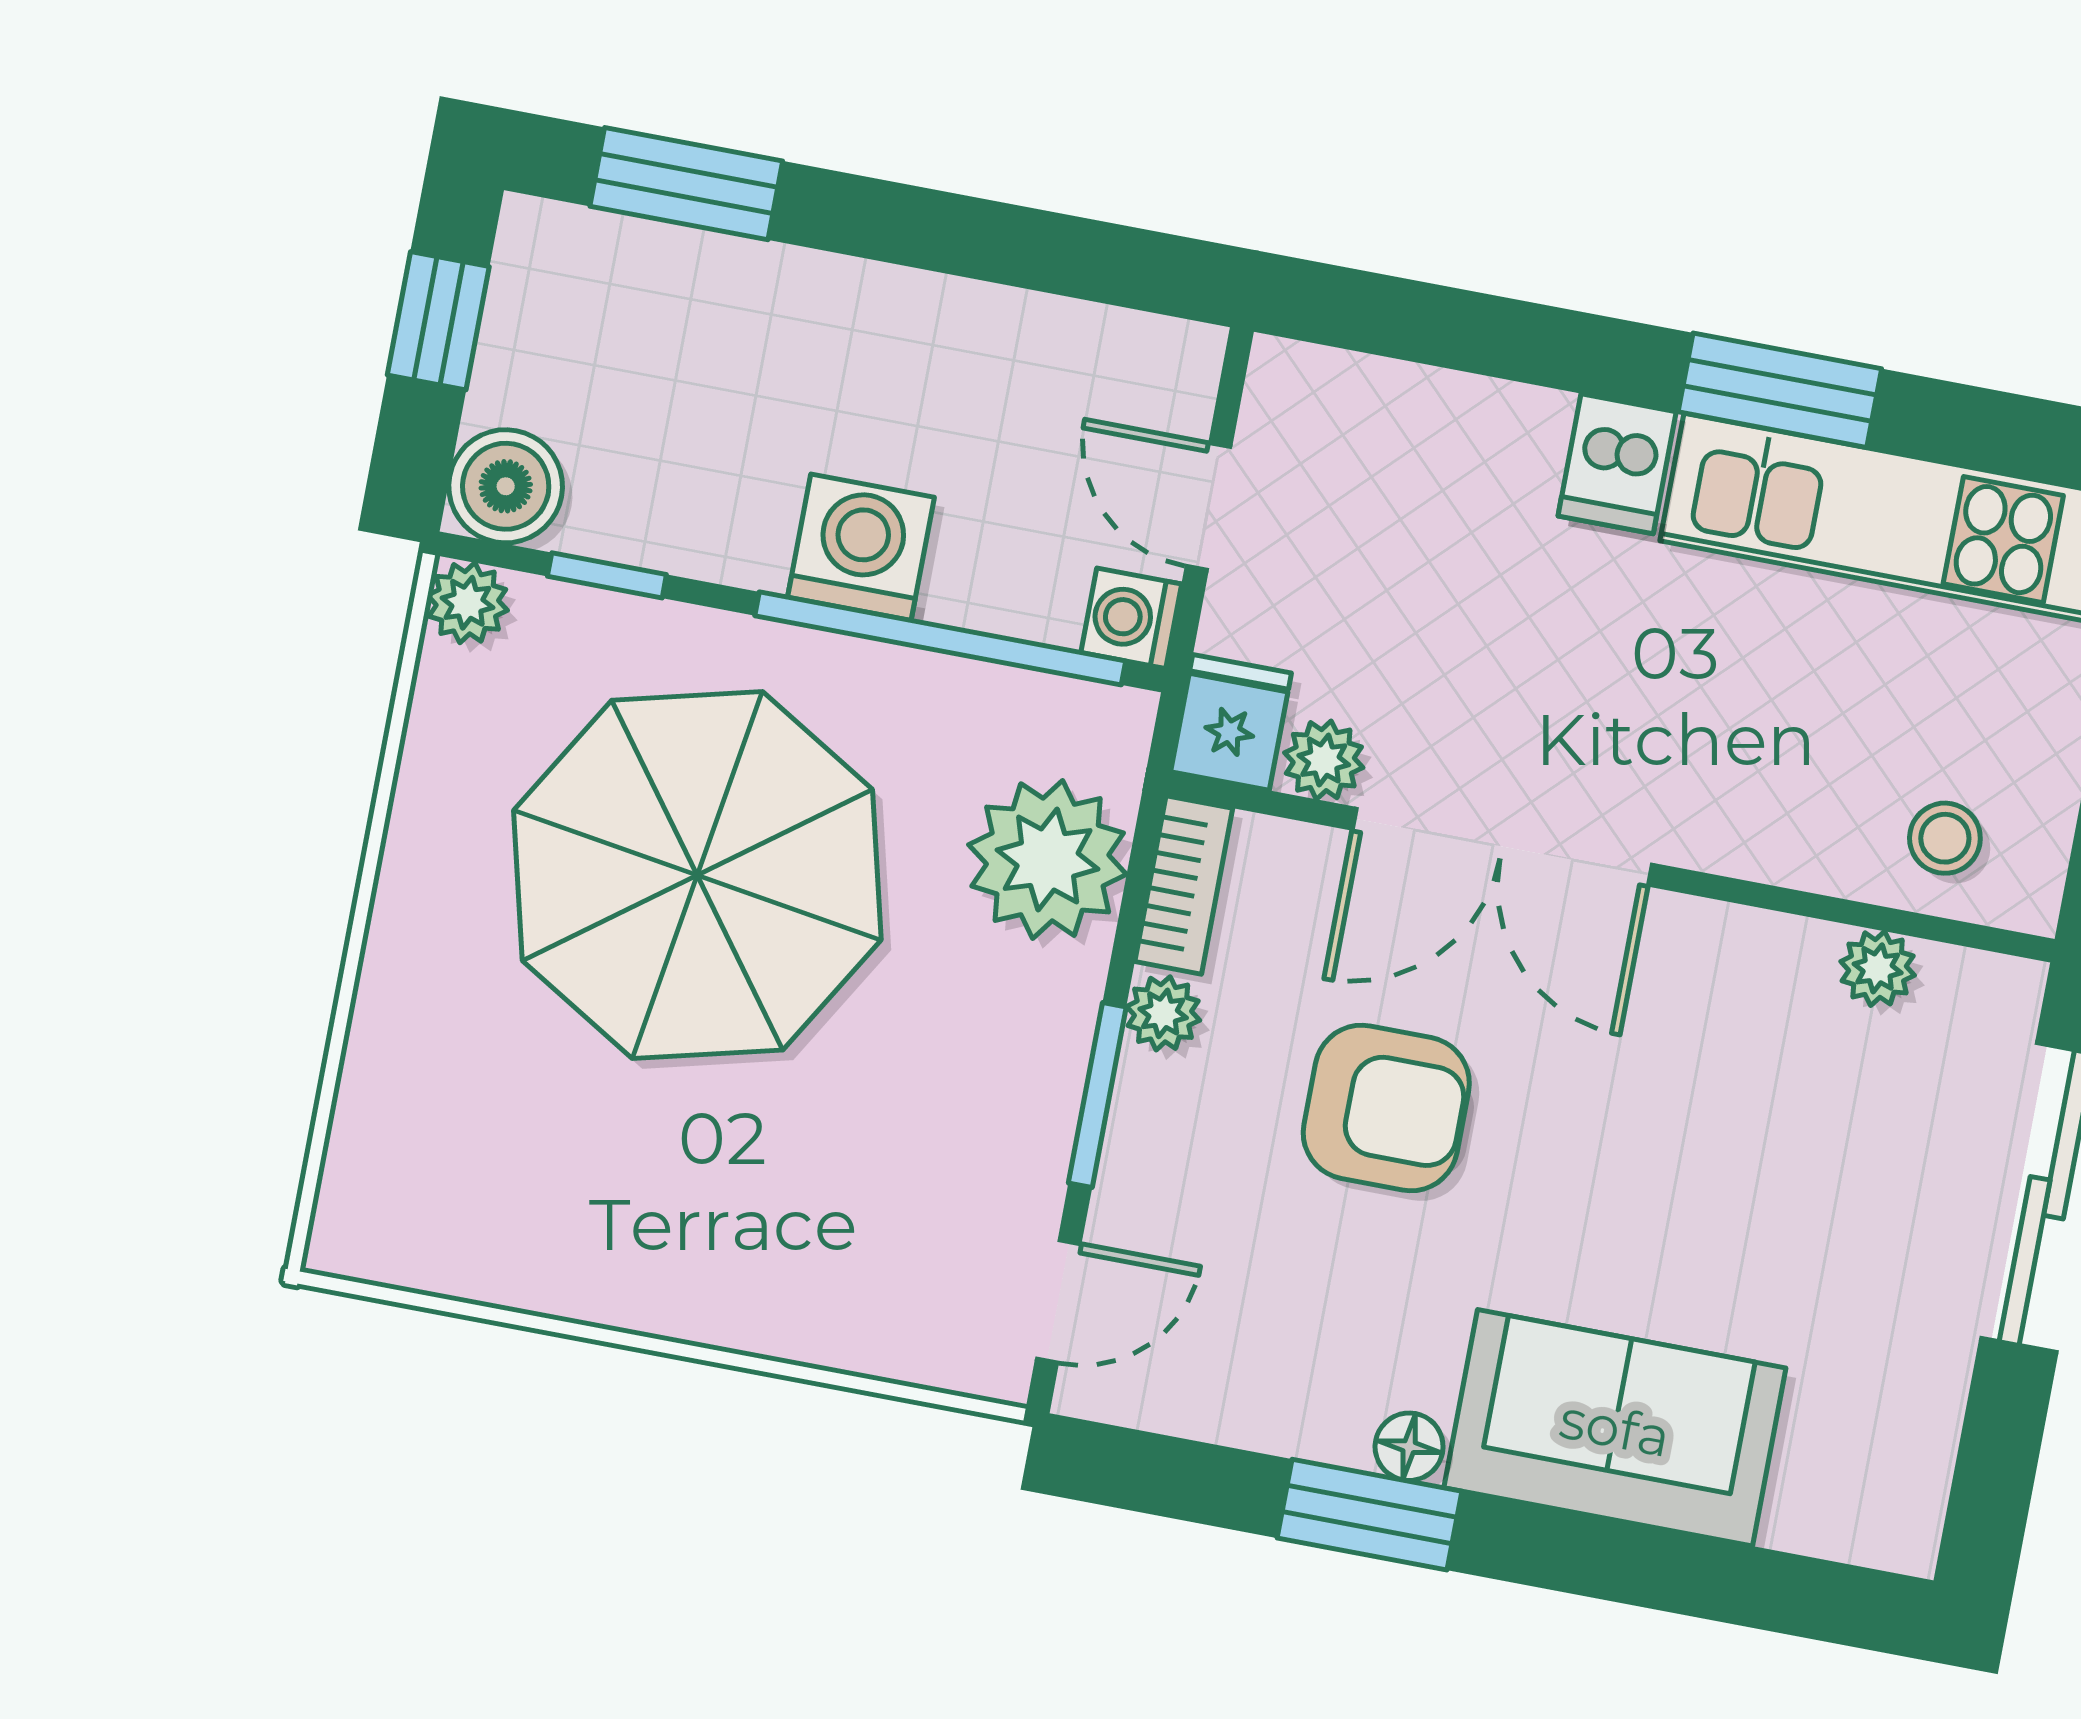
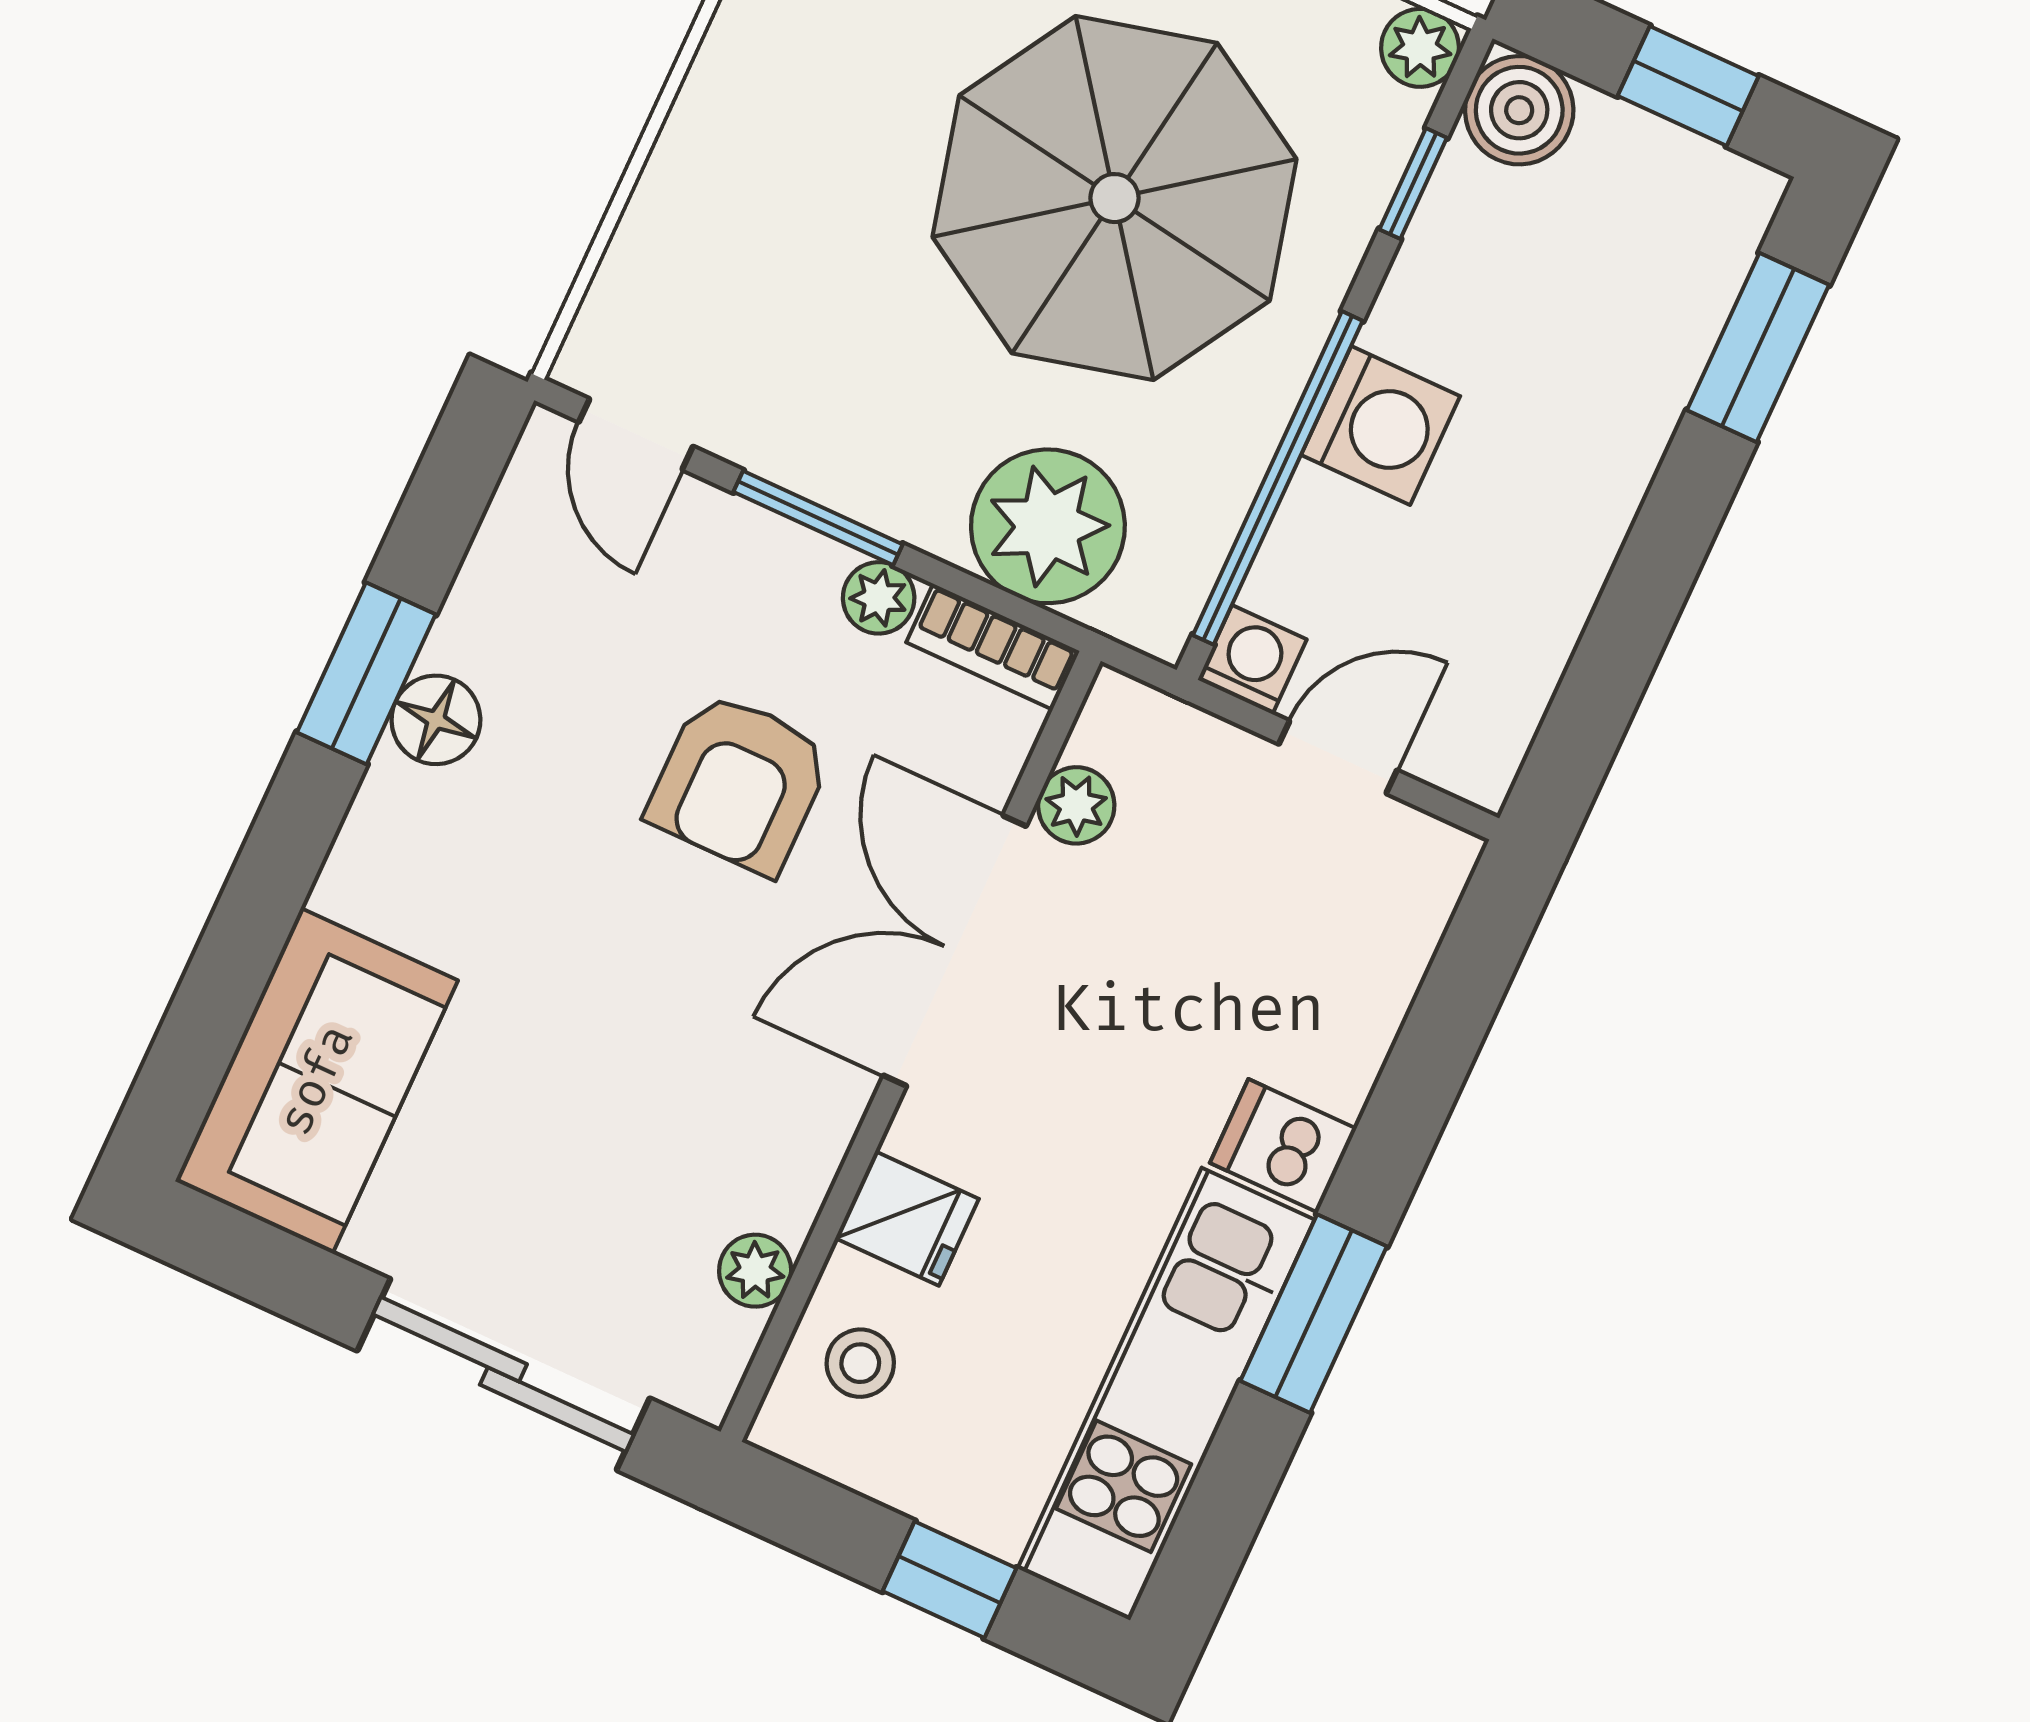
fridge: (1231, 722) -> (907, 1218), moved
sofa: (1615, 1428) -> (317, 1080), moved
floor lamp: (1409, 1447) -> (436, 720), width x1.37, depth x1.37

